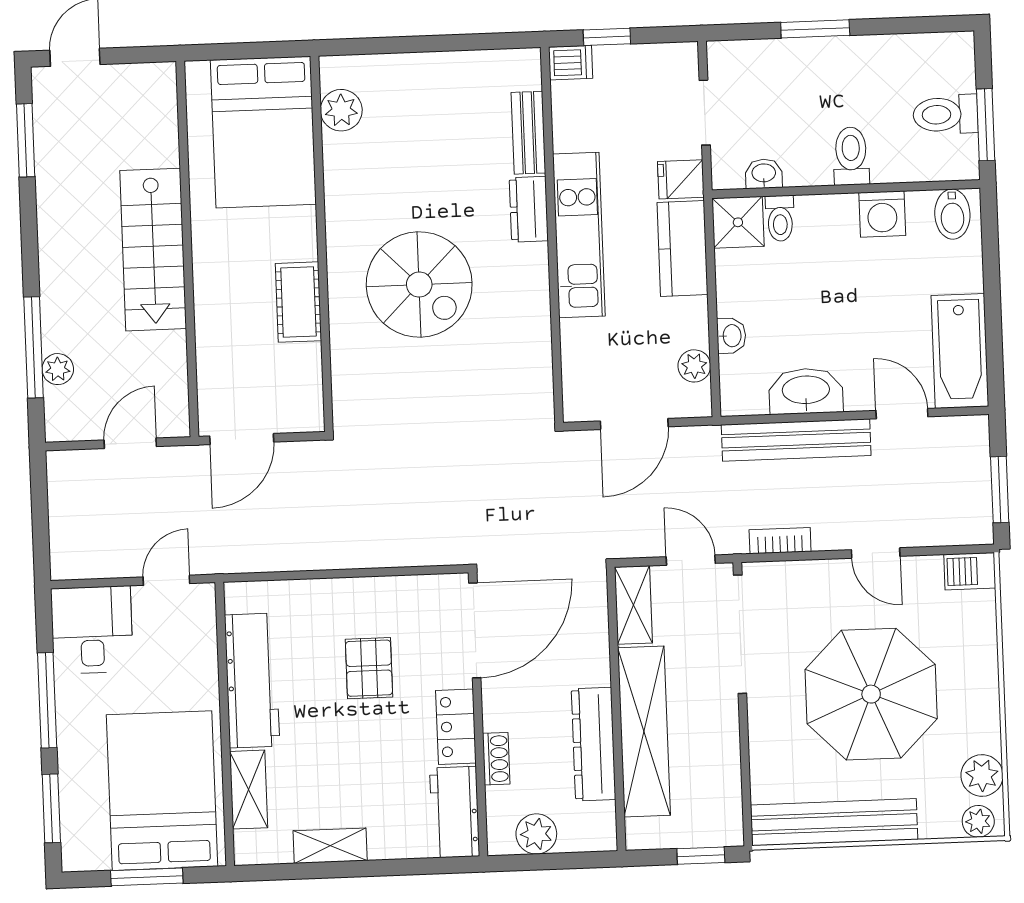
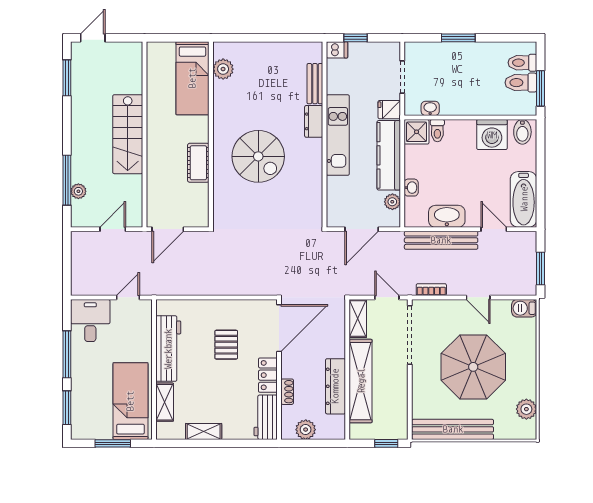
bed: (263, 132) -> (192, 78), width x0.67
toilet: (851, 156) -> (522, 63), moved, turned -90
washing machine: (882, 214) -> (492, 135), width x1.37, depth x1.37
kitchen counter: (682, 249) -> (389, 155), width x1.50
bed: (162, 791) -> (130, 401), width x0.67
plant: (978, 821) -> (524, 432), removed

